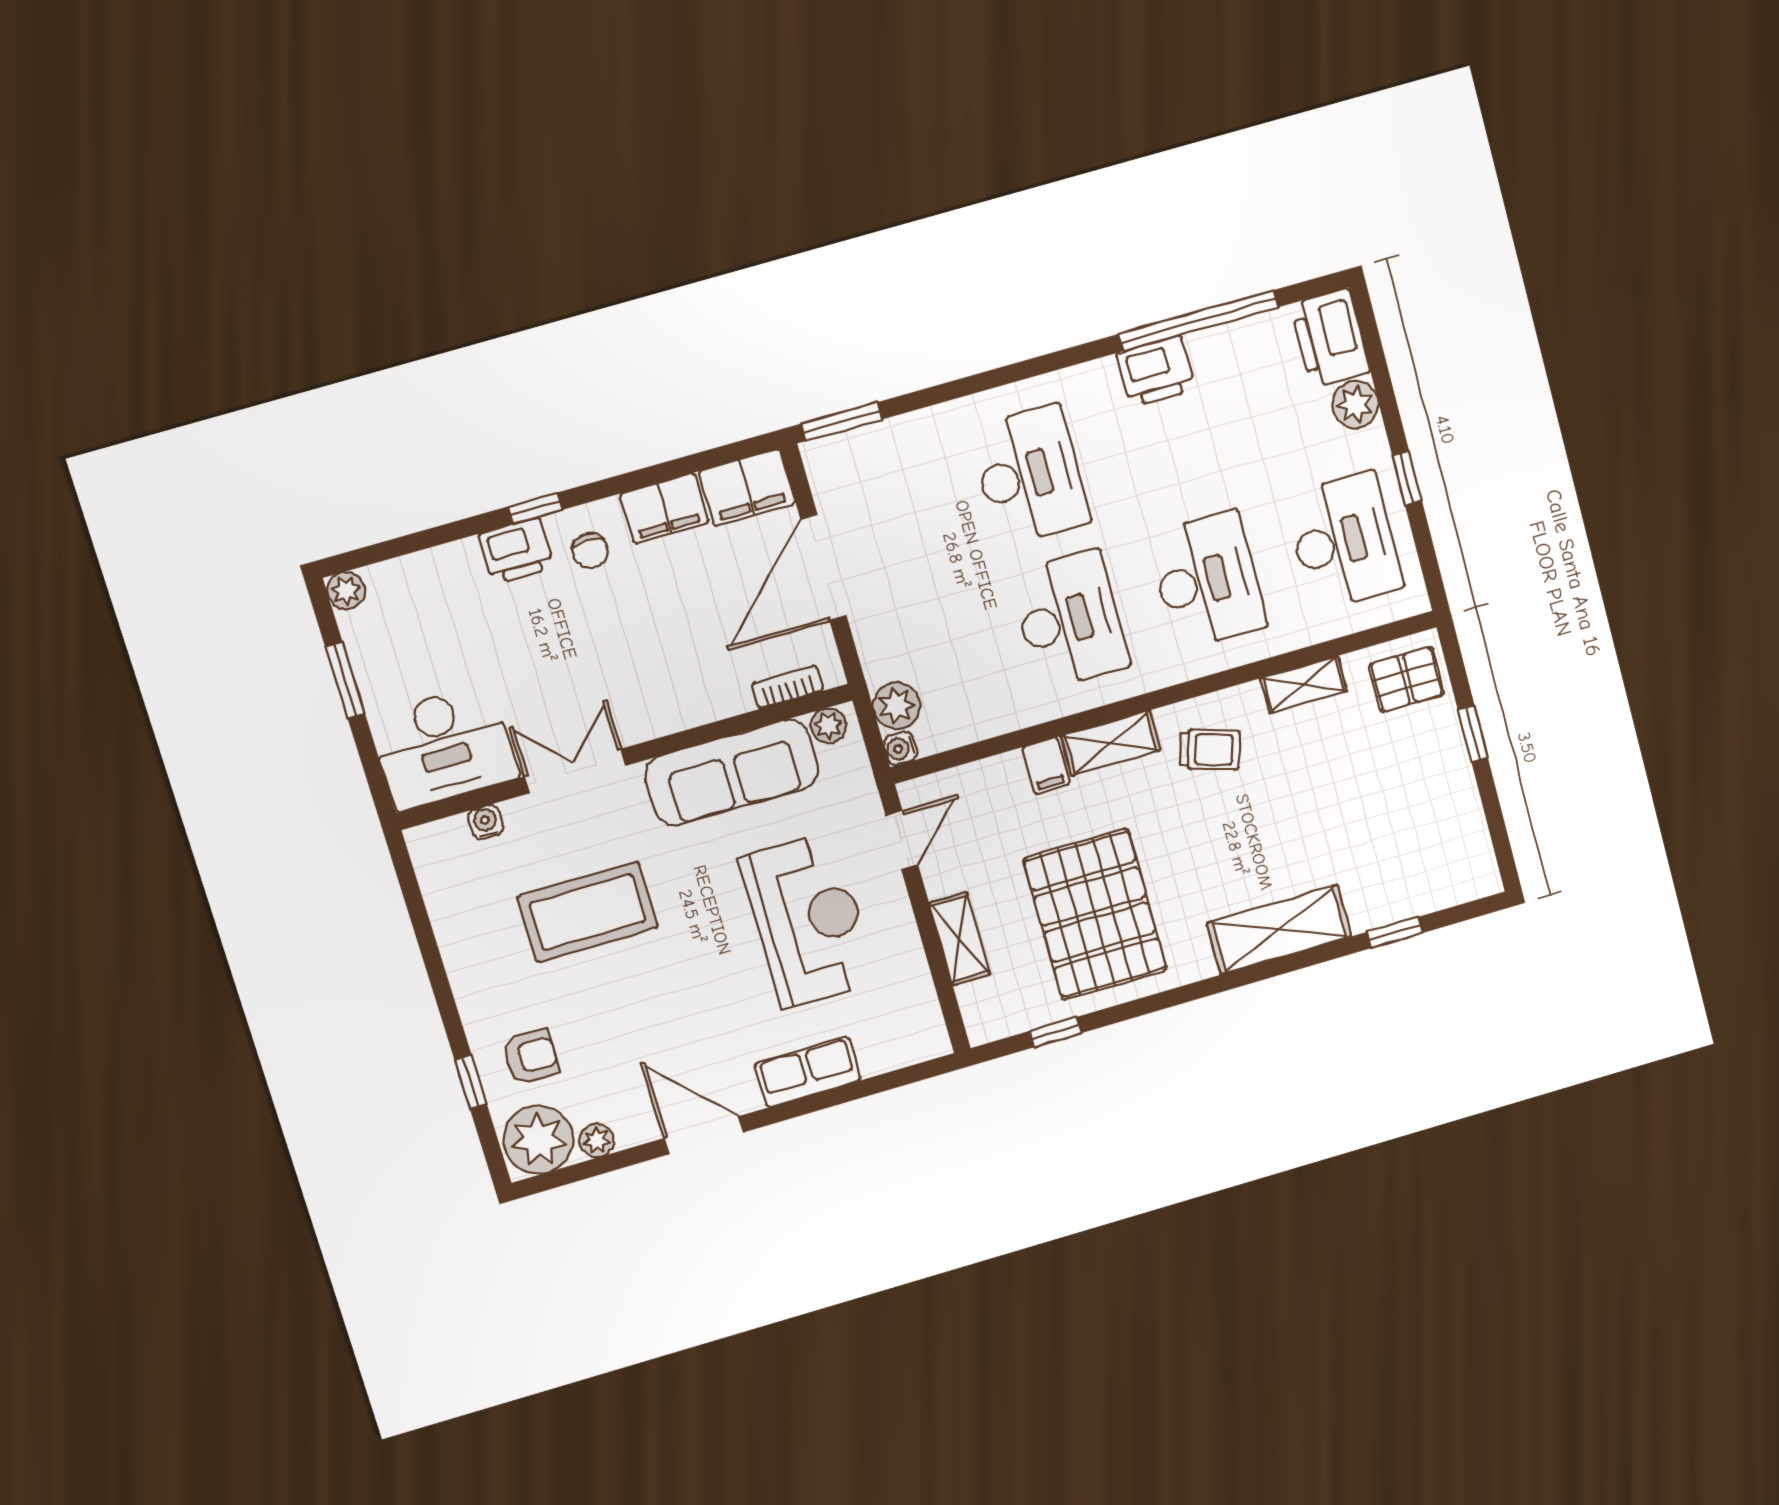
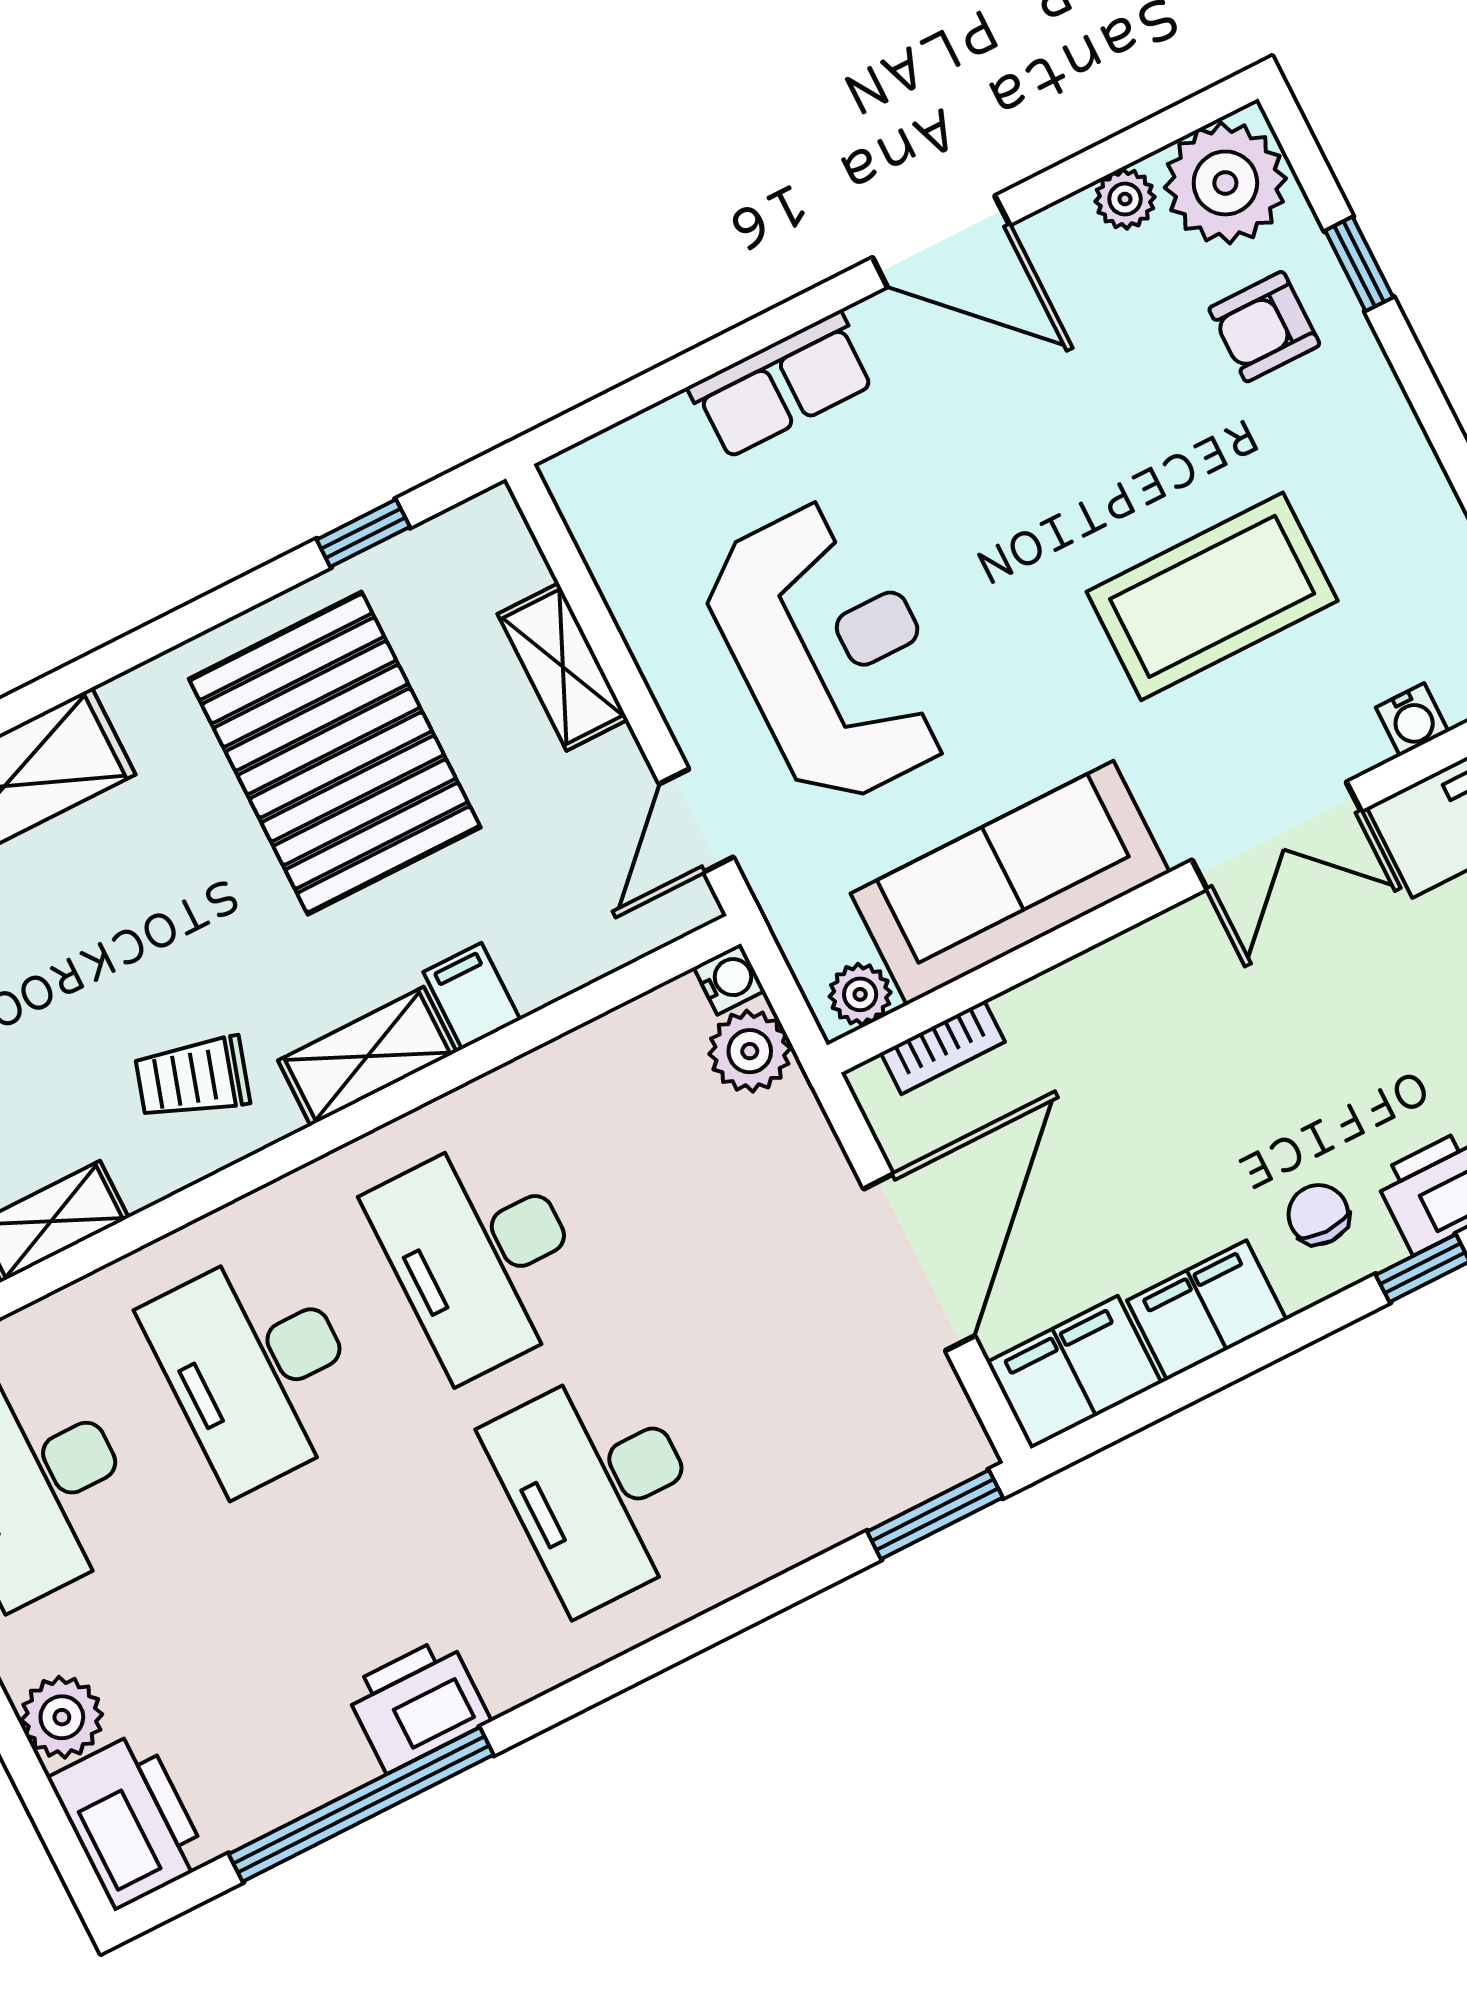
reception desk: (808, 920) -> (831, 652), turned 180

